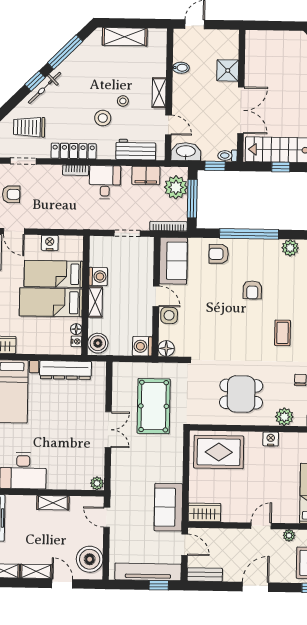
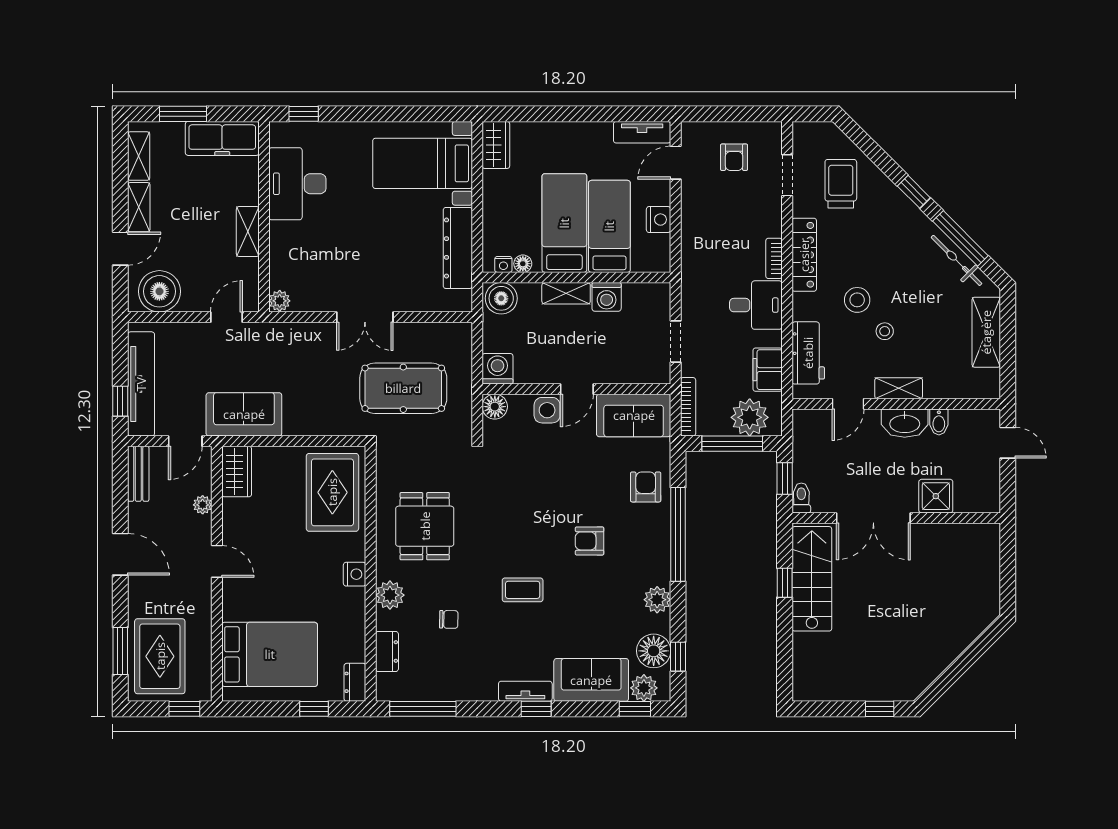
bicycle: (45, 88) -> (957, 260), moved
washbasin: (186, 152) -> (905, 423), moved, turned 90
plant: (289, 535) -> (203, 505), moved

